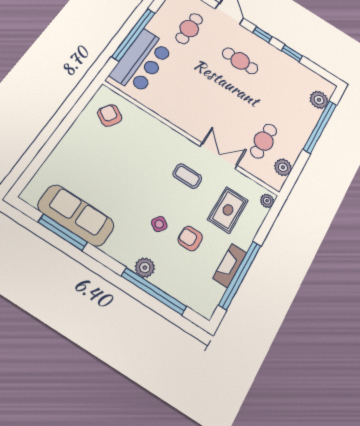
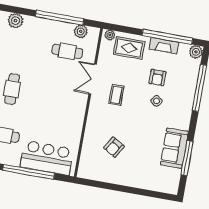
armchair: (110, 115) -> (114, 147), moved
window: (320, 127) -> (60, 18), moved
rug: (228, 210) -> (129, 48), moved
sofa: (76, 215) -> (174, 148), width x0.73
plant: (145, 268) -> (196, 52), moved

